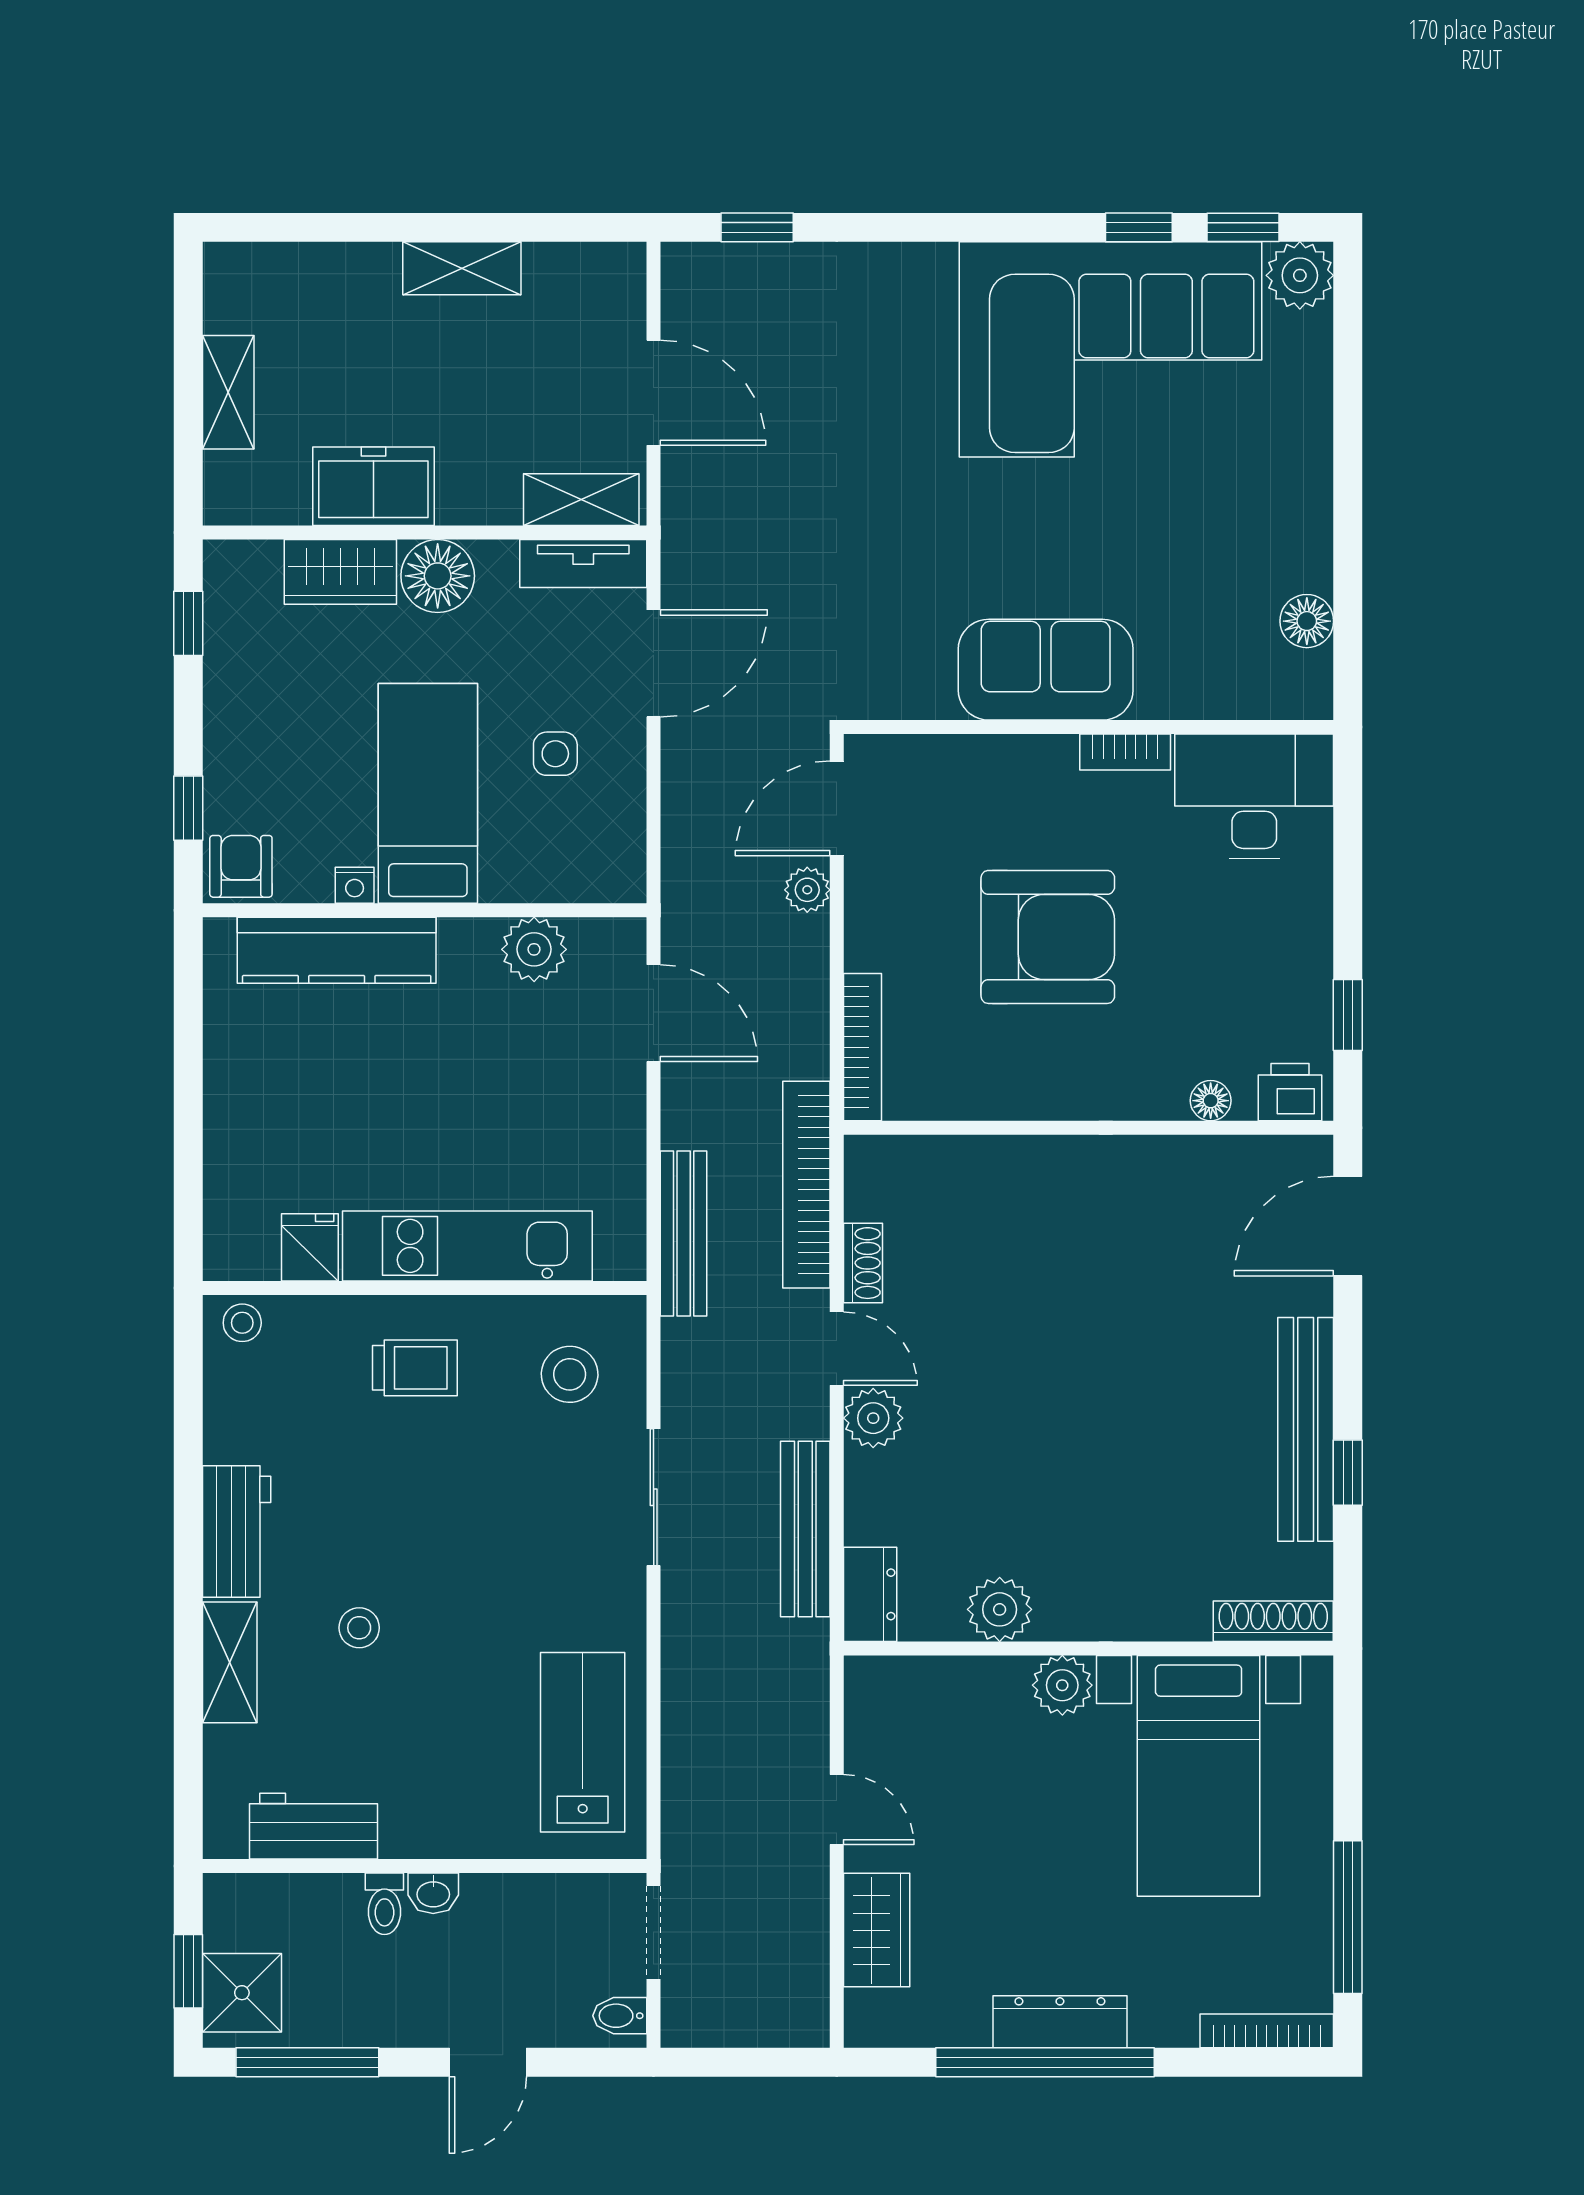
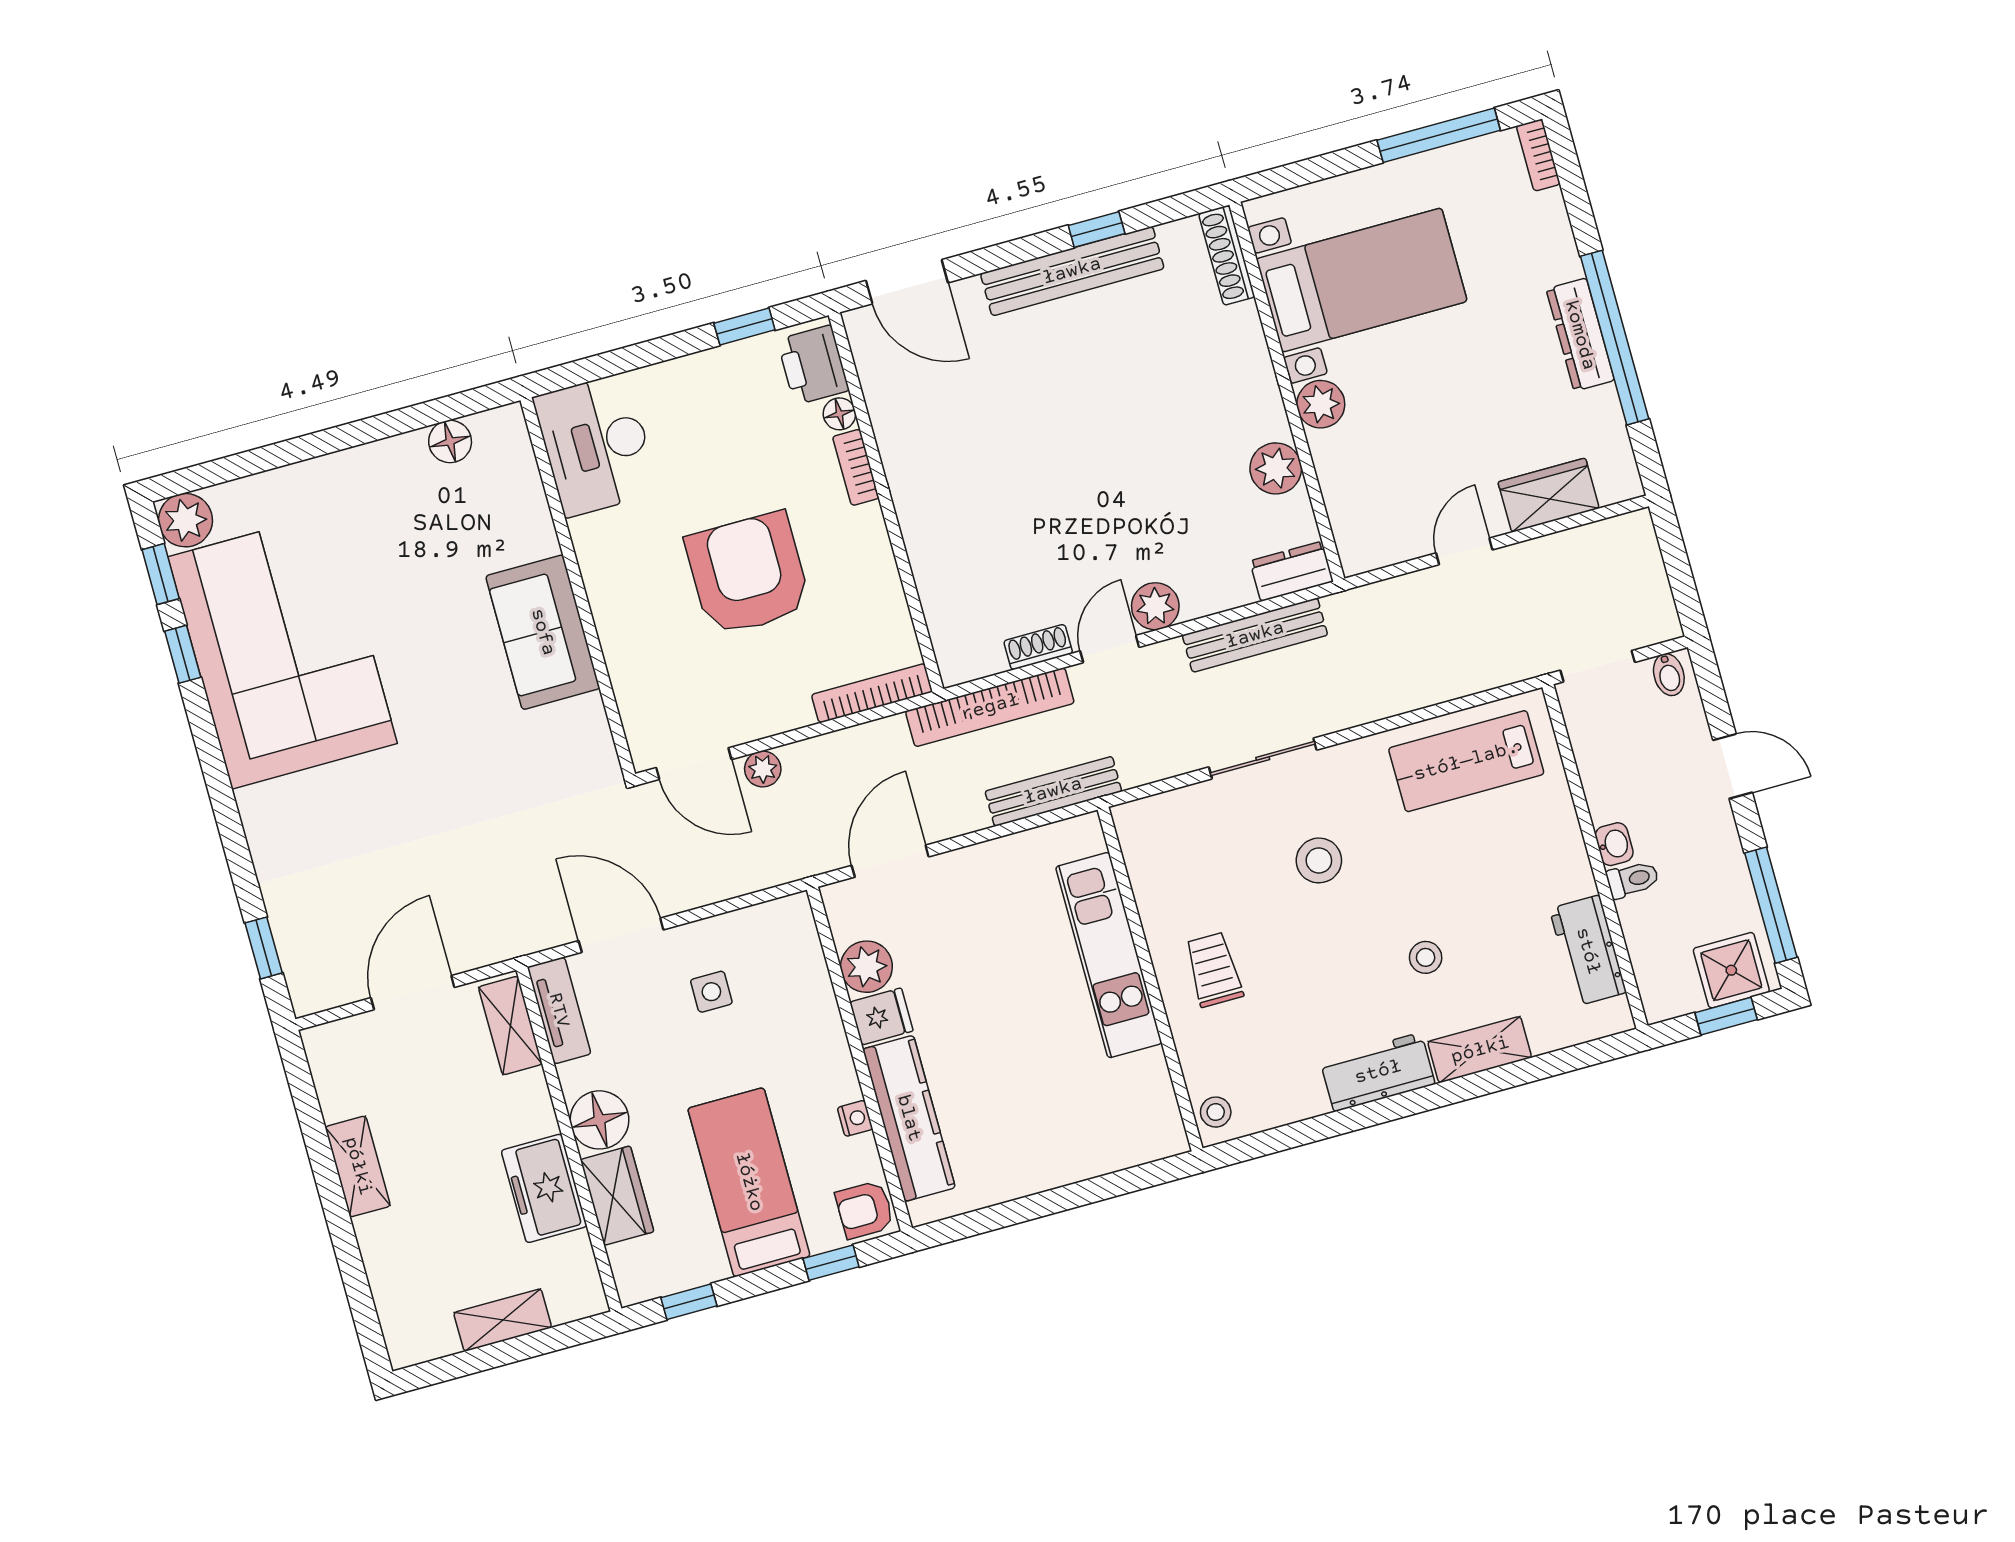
bookcase: (1125, 752) -> (856, 467), moved, turned 180
bed: (428, 793) -> (749, 1182), moved, turned 90
printer: (1290, 1092) -> (813, 365), width x1.36, depth x1.24
fridge: (310, 1247) -> (881, 1016), moved, turned 180
stool: (570, 1374) -> (1319, 860), moved
bookcase: (1267, 2031) -> (1538, 155), width x0.64

